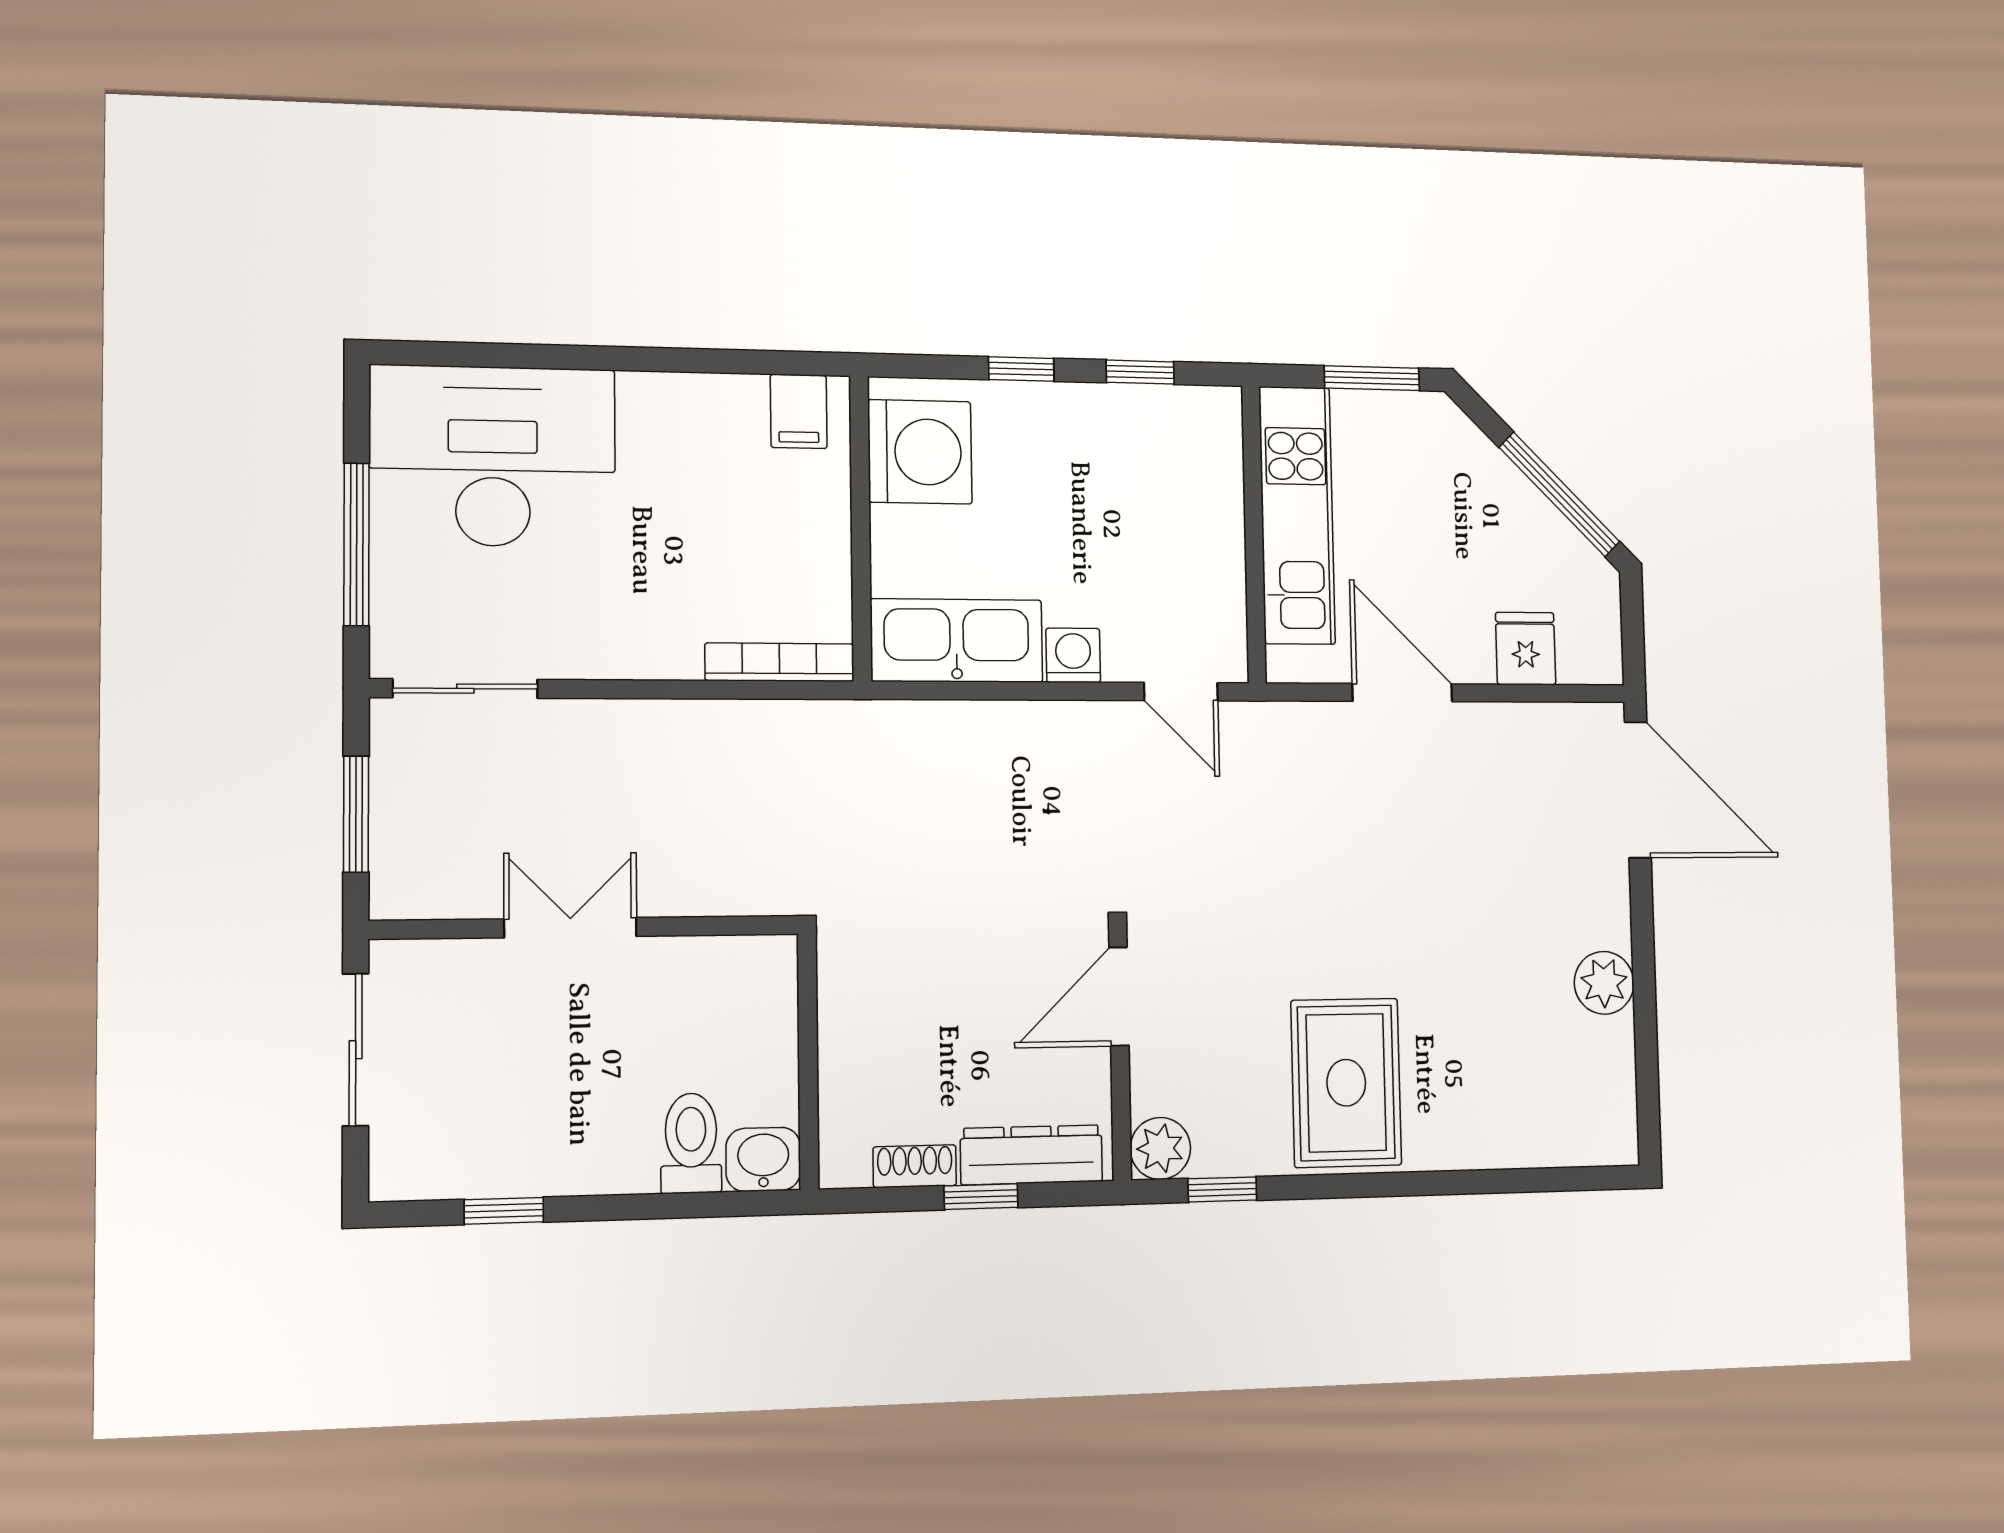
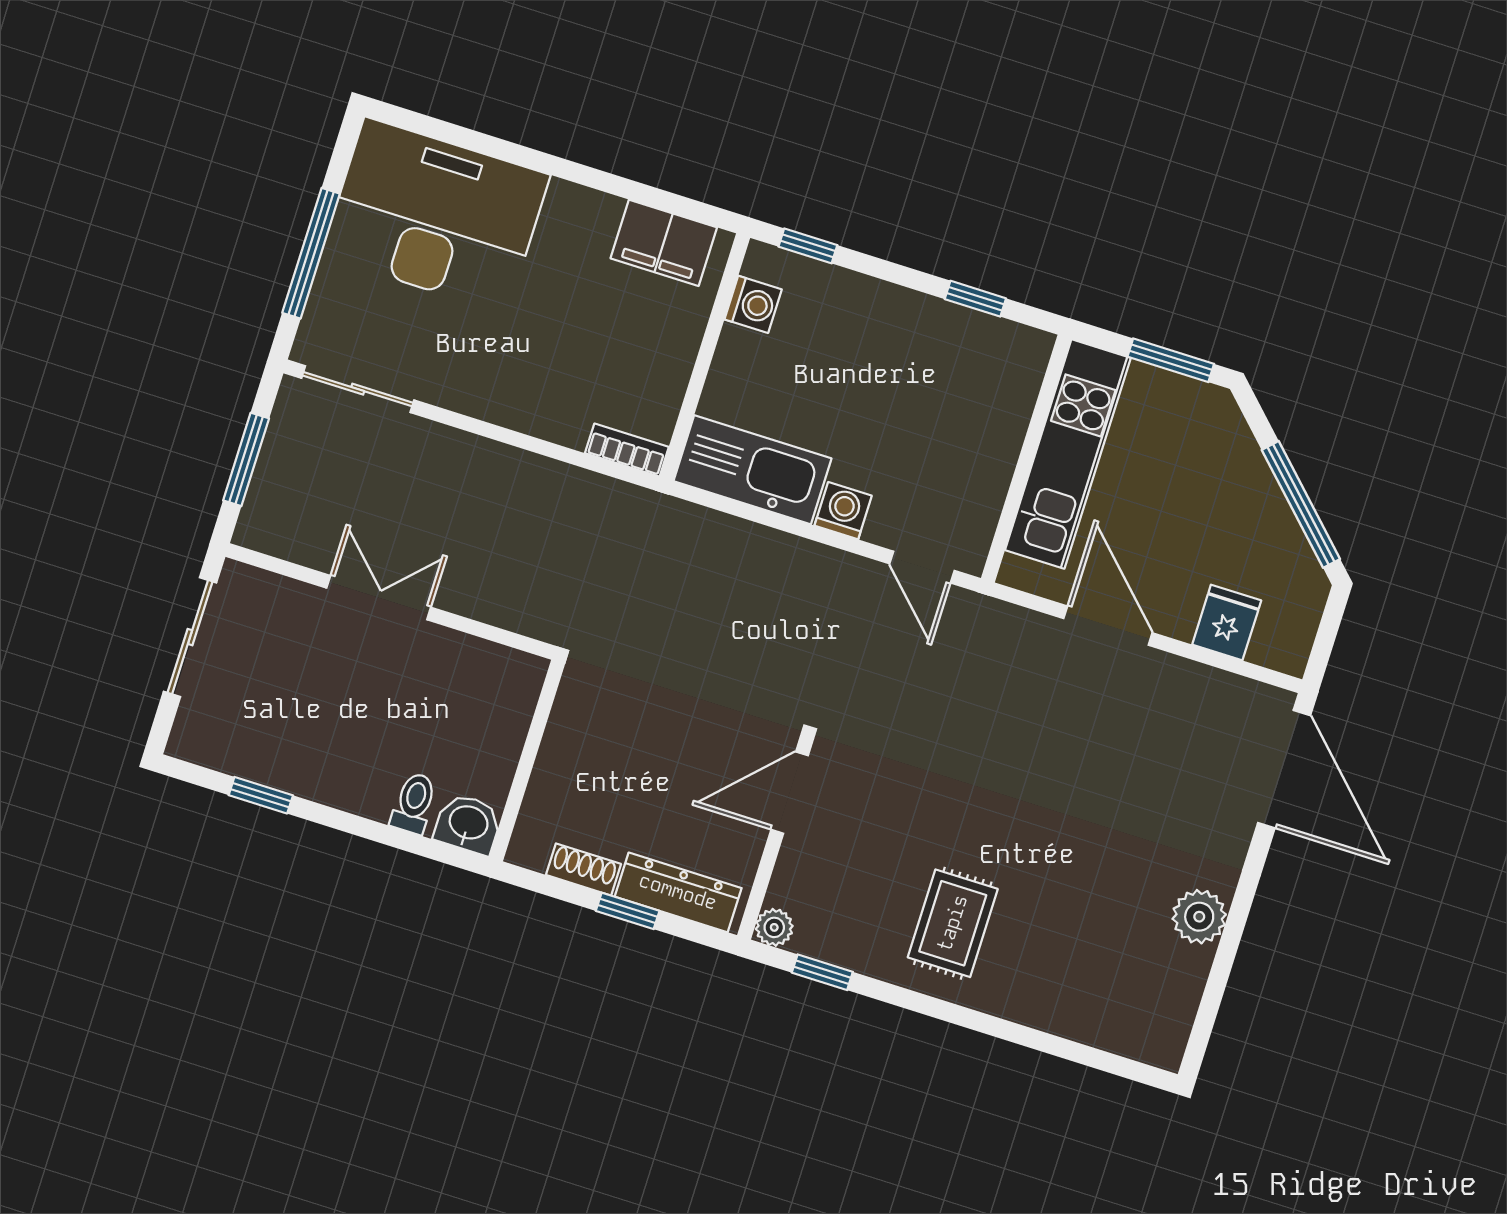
window: (1021, 369) -> (808, 246), moved
filing cabinet: (799, 411) -> (664, 243), width x2.00
washing machine: (920, 452) -> (753, 304), width x0.53, depth x0.53
bookcase: (780, 662) -> (627, 450), width x0.64
rug: (1346, 1083) -> (953, 923), width x0.73, depth x0.70
toilet: (691, 1143) -> (414, 803), width x0.73, depth x0.72
plant: (1160, 1148) -> (774, 927), width x0.73, depth x0.73

